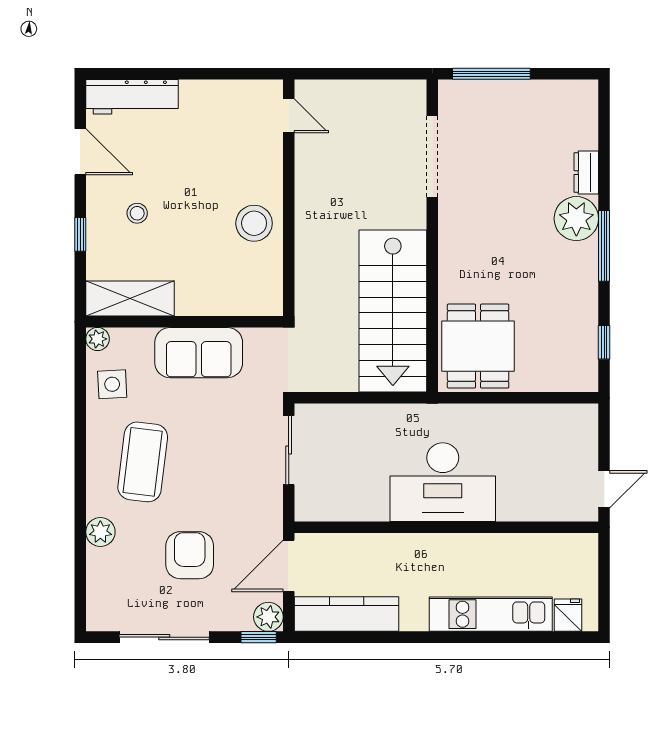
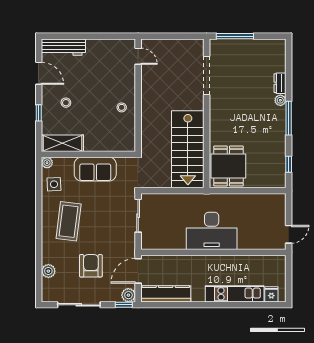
plant: (576, 219) -> (280, 100), width x0.53, depth x0.53
stool: (254, 223) -> (122, 107), width x0.53, depth x0.53
plant: (100, 532) -> (48, 271), moved

